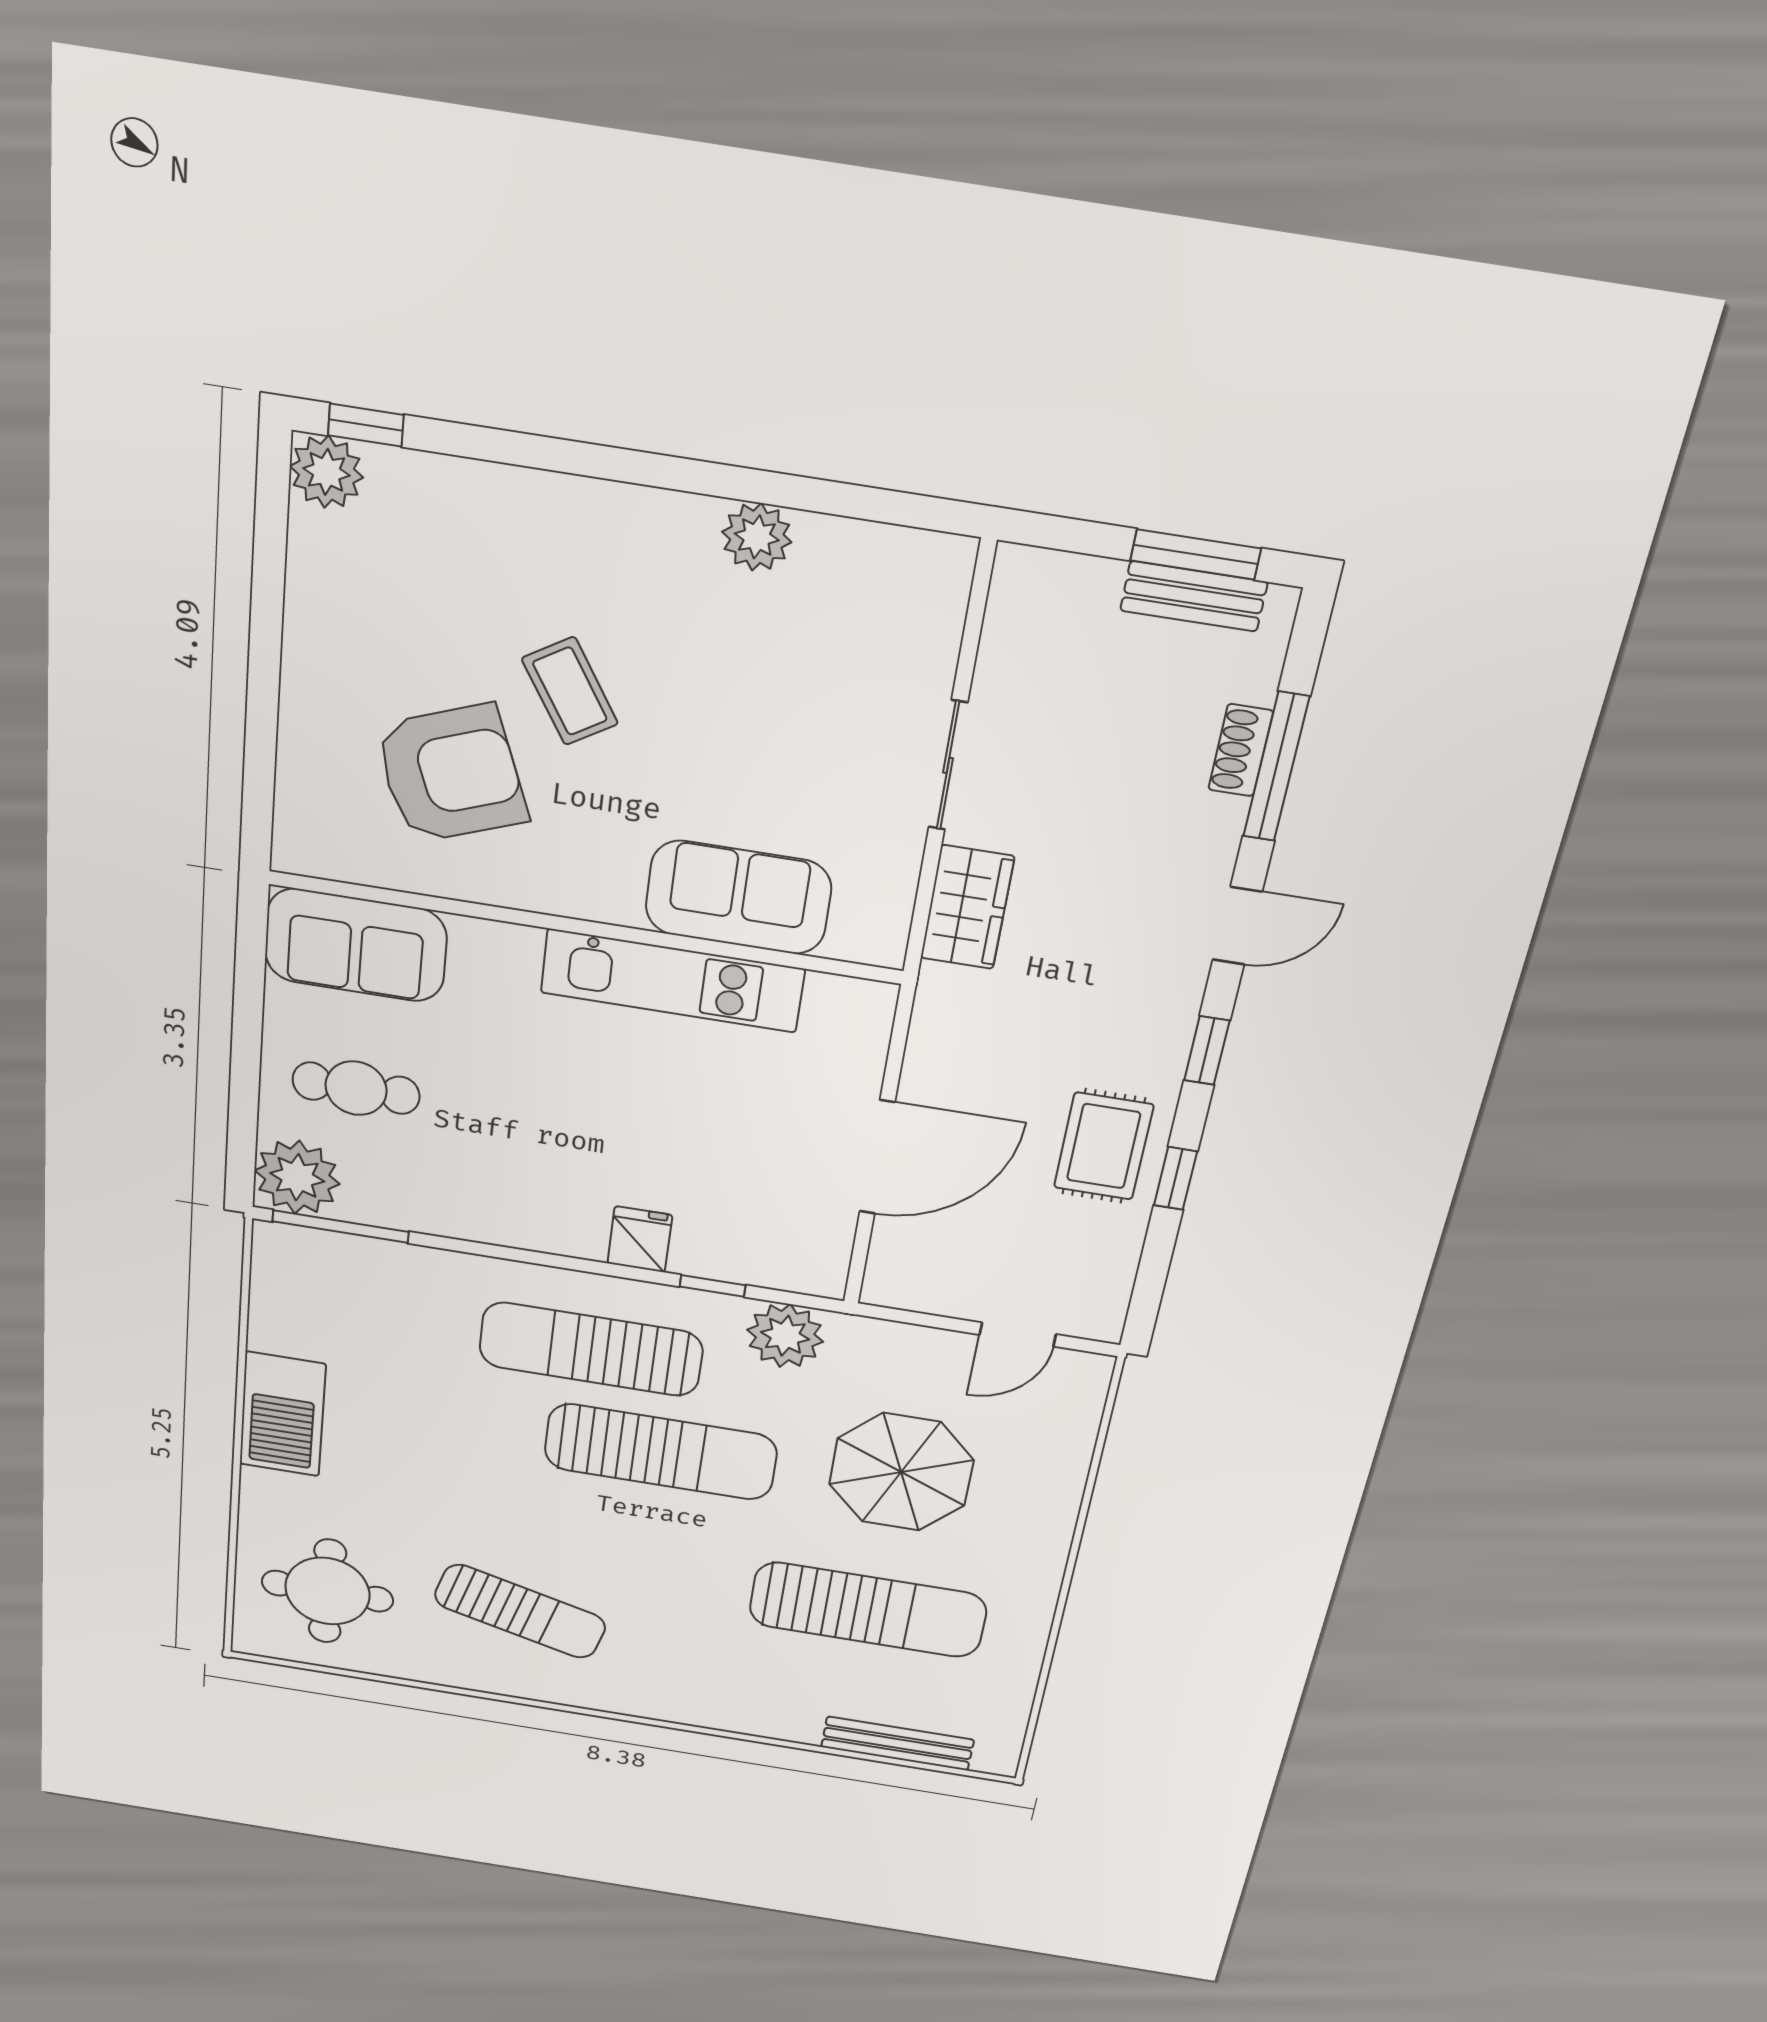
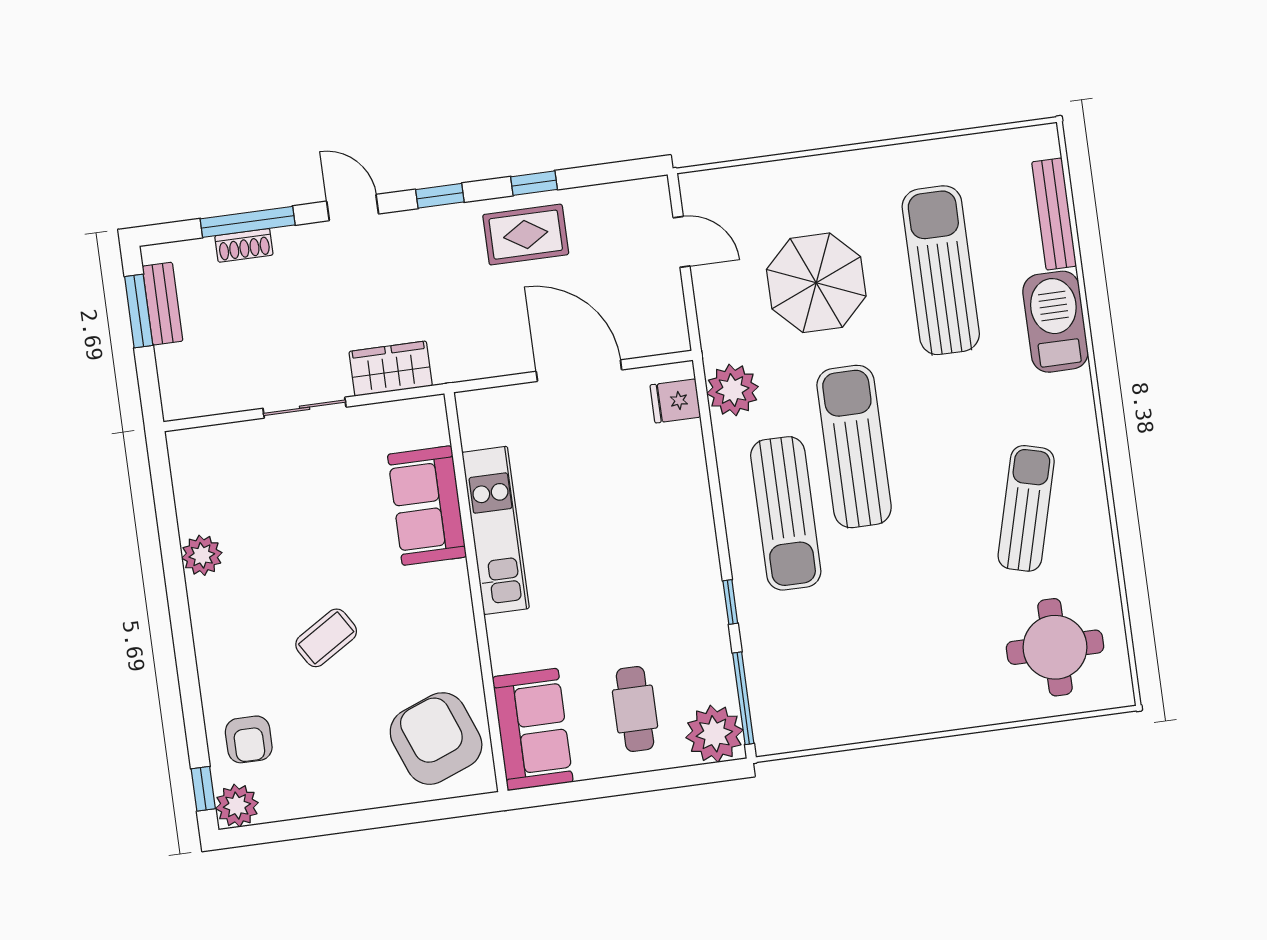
armchair: (433, 523) -> (249, 739), added
armchair: (451, 774) -> (436, 739), moved
fridge: (640, 1239) -> (675, 401), moved
window: (713, 1286) -> (730, 602), moved
barbecue: (282, 1414) -> (1055, 322), moved, turned -90

